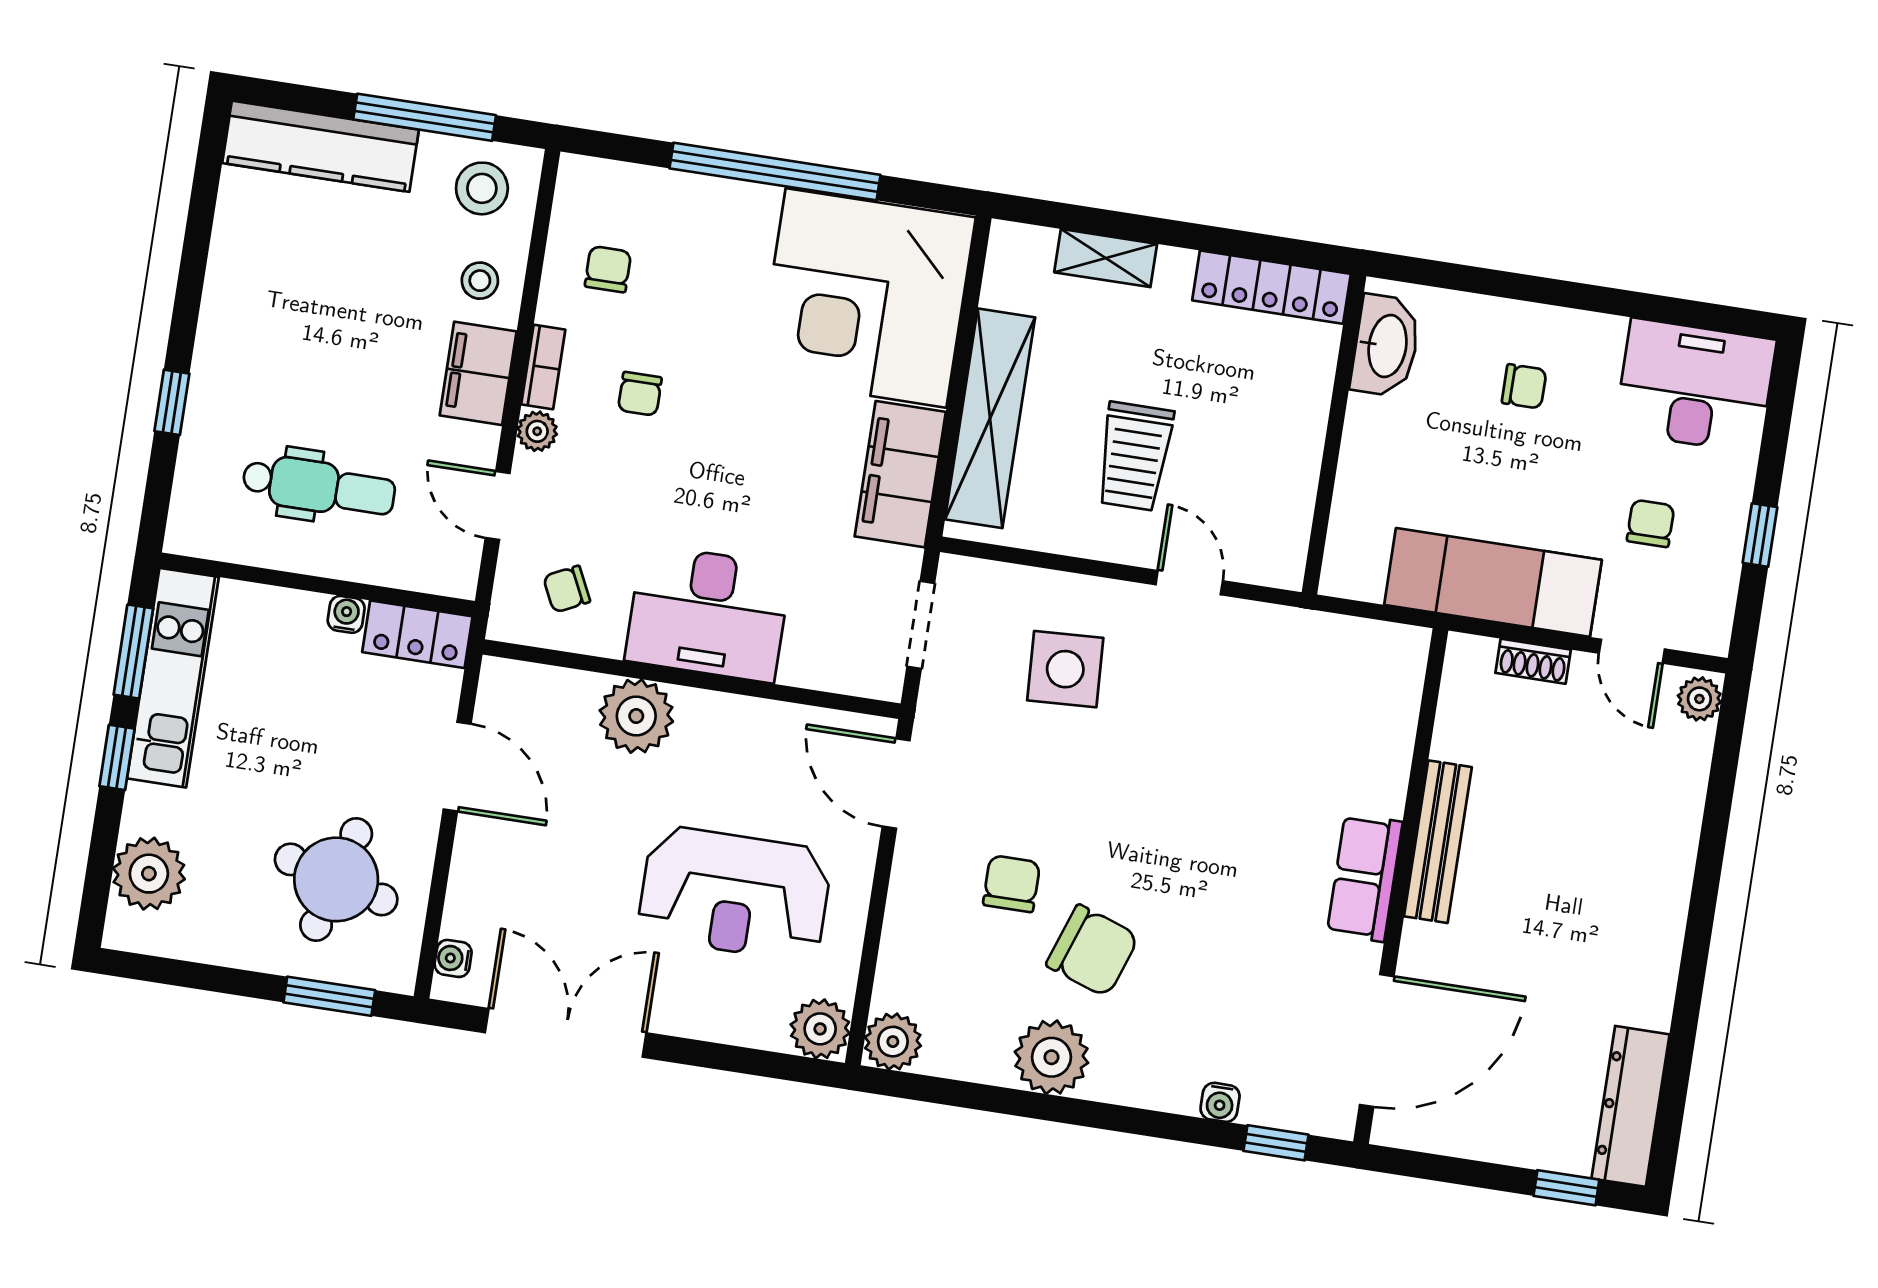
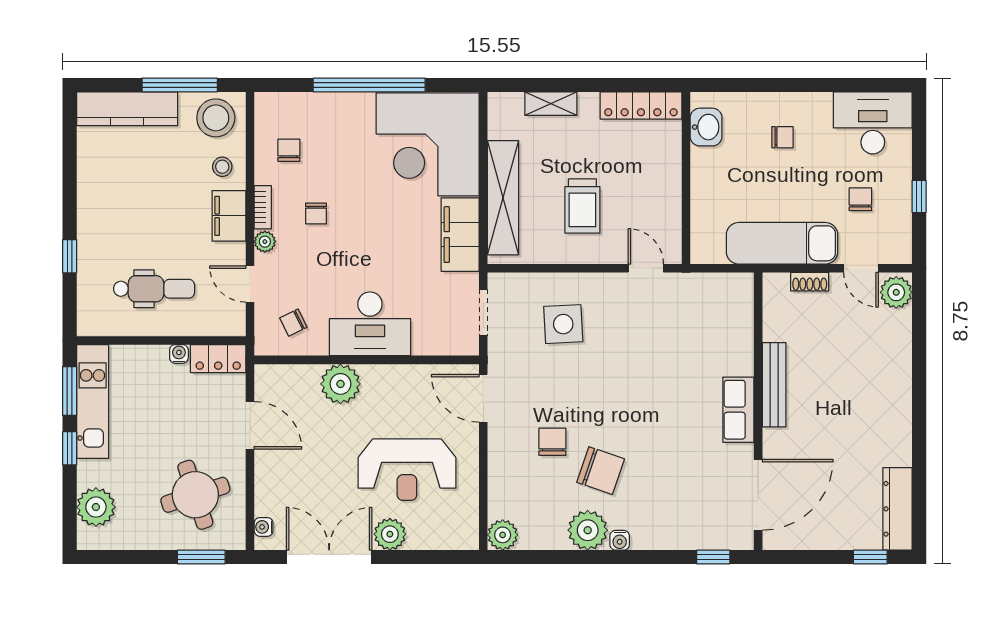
stool: (482, 188) -> (216, 118), width x1.38, depth x1.38
washbasin: (1386, 346) -> (706, 127), width x0.72
door: (1189, 583) -> (646, 268), moved
plant: (1699, 699) -> (896, 292), width x1.38, depth x1.38
round table: (336, 879) -> (195, 495), turned -33
plant: (820, 1029) -> (390, 534), moved
water cooler: (1220, 1102) -> (620, 540), moved

